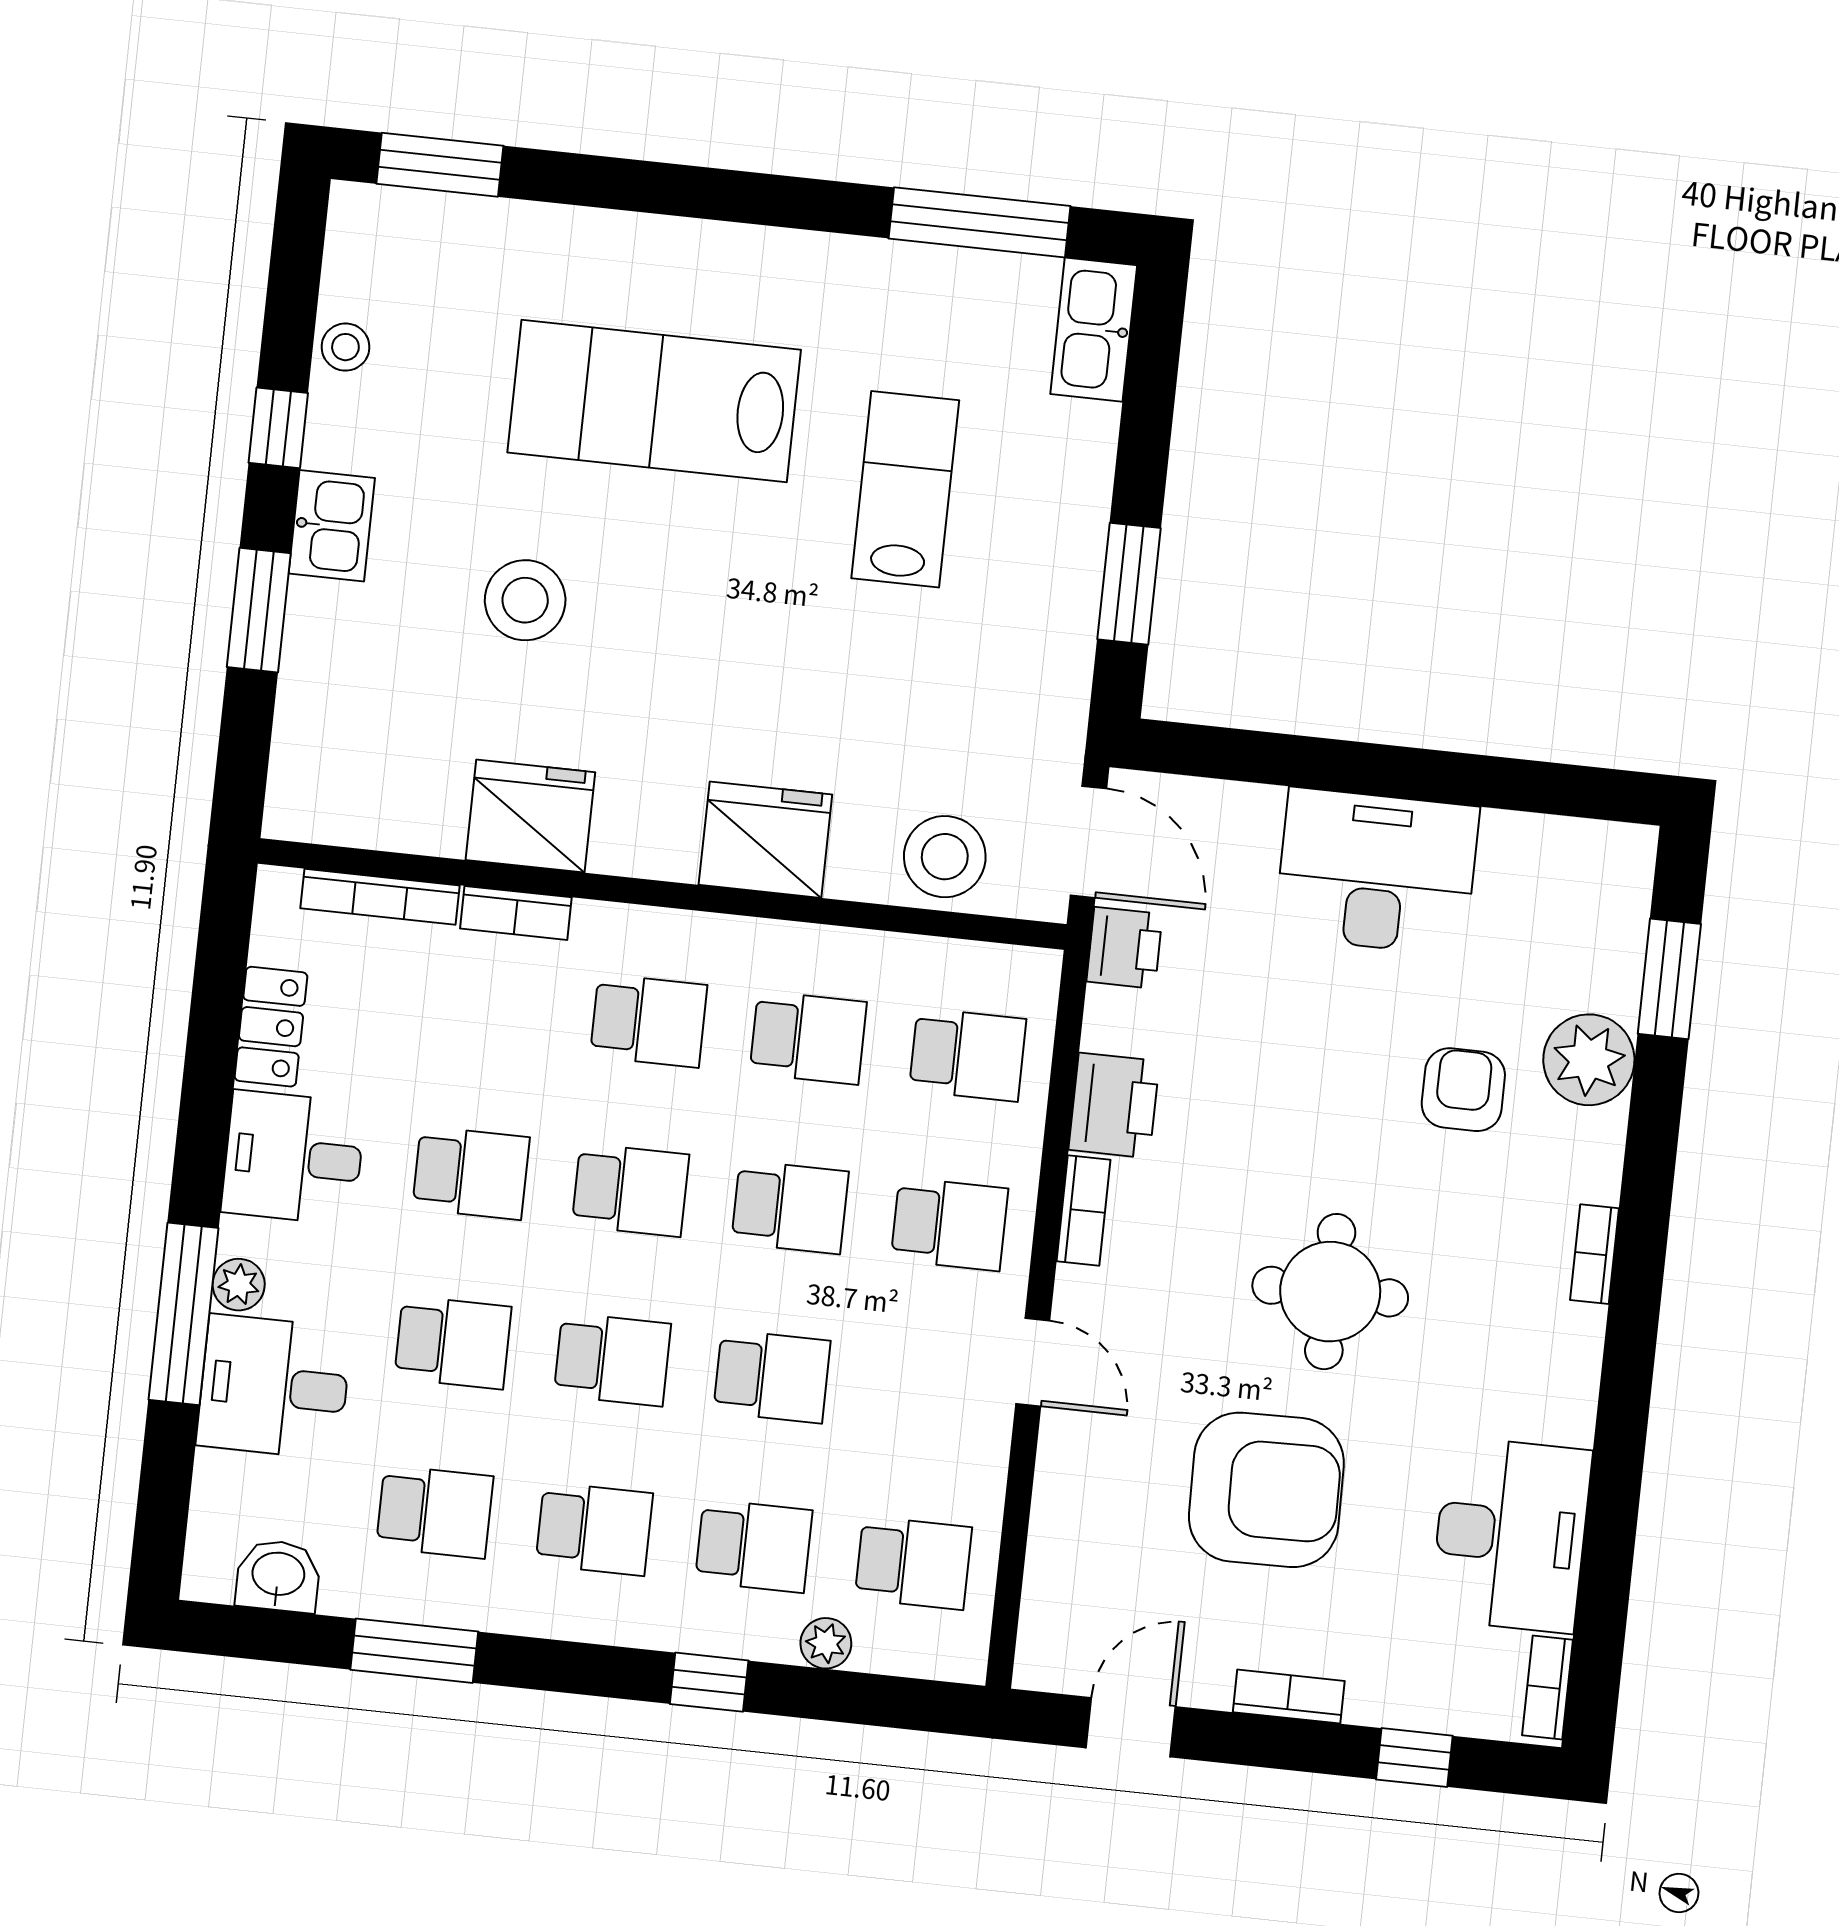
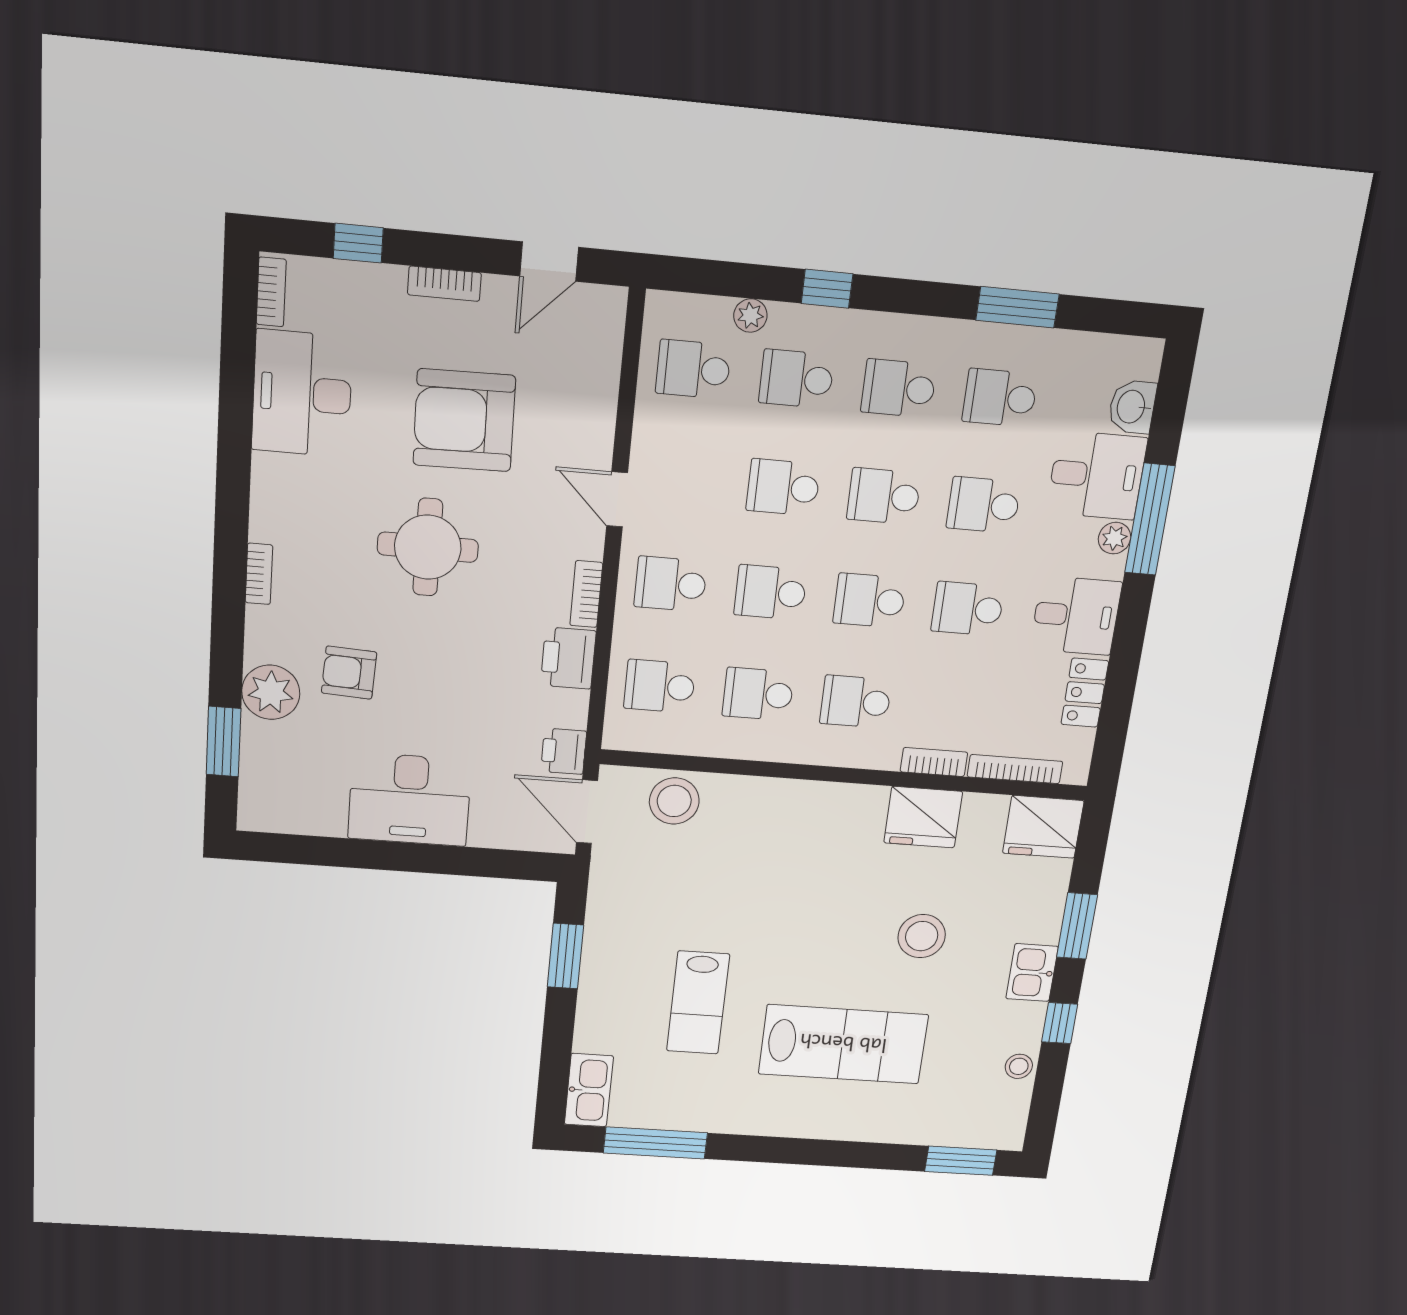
fridge: (765, 840) -> (1043, 827), moved
armchair: (1463, 1090) -> (349, 673), turned 93
washbasin: (278, 1576) -> (1132, 407), moved, turned 90

